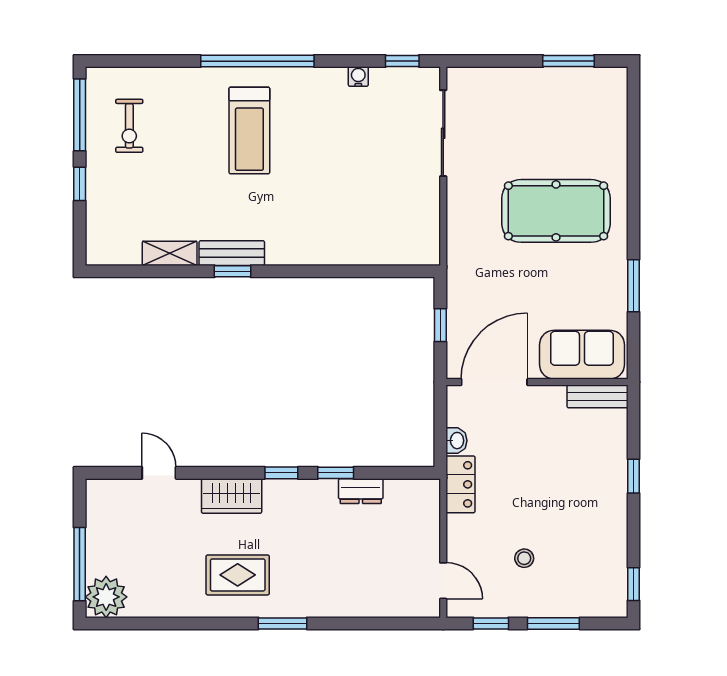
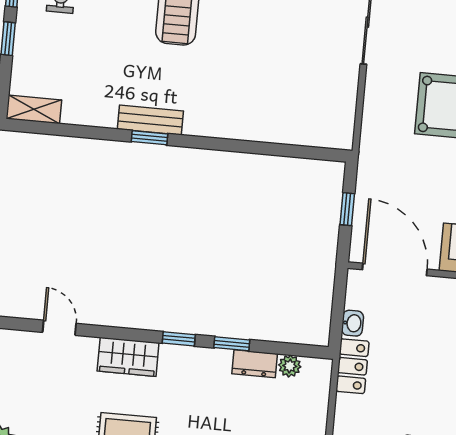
shelving: (170, 253) -> (34, 109), moved
door: (494, 382) -> (395, 269), hinge flipped
plant: (397, 490) -> (290, 366), added

